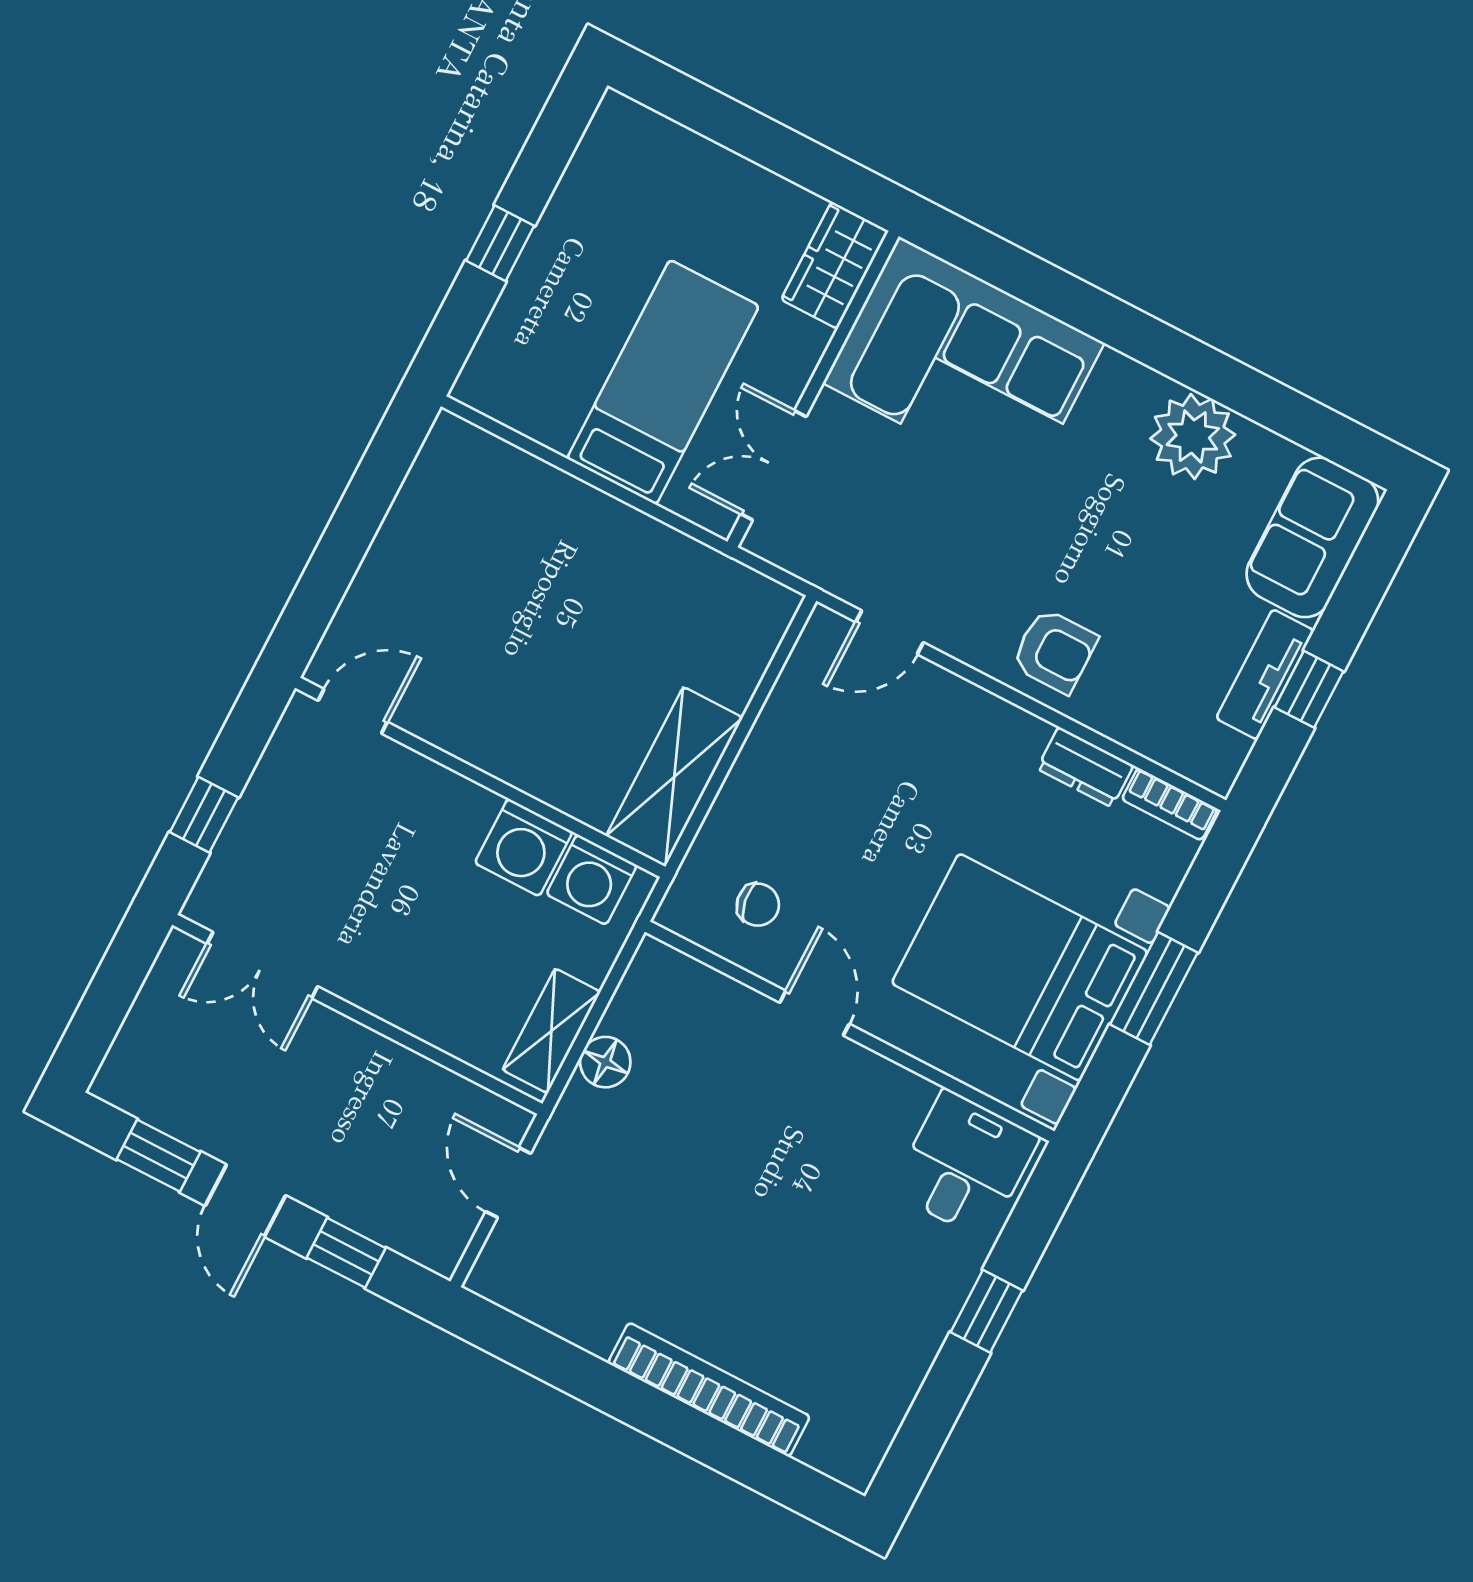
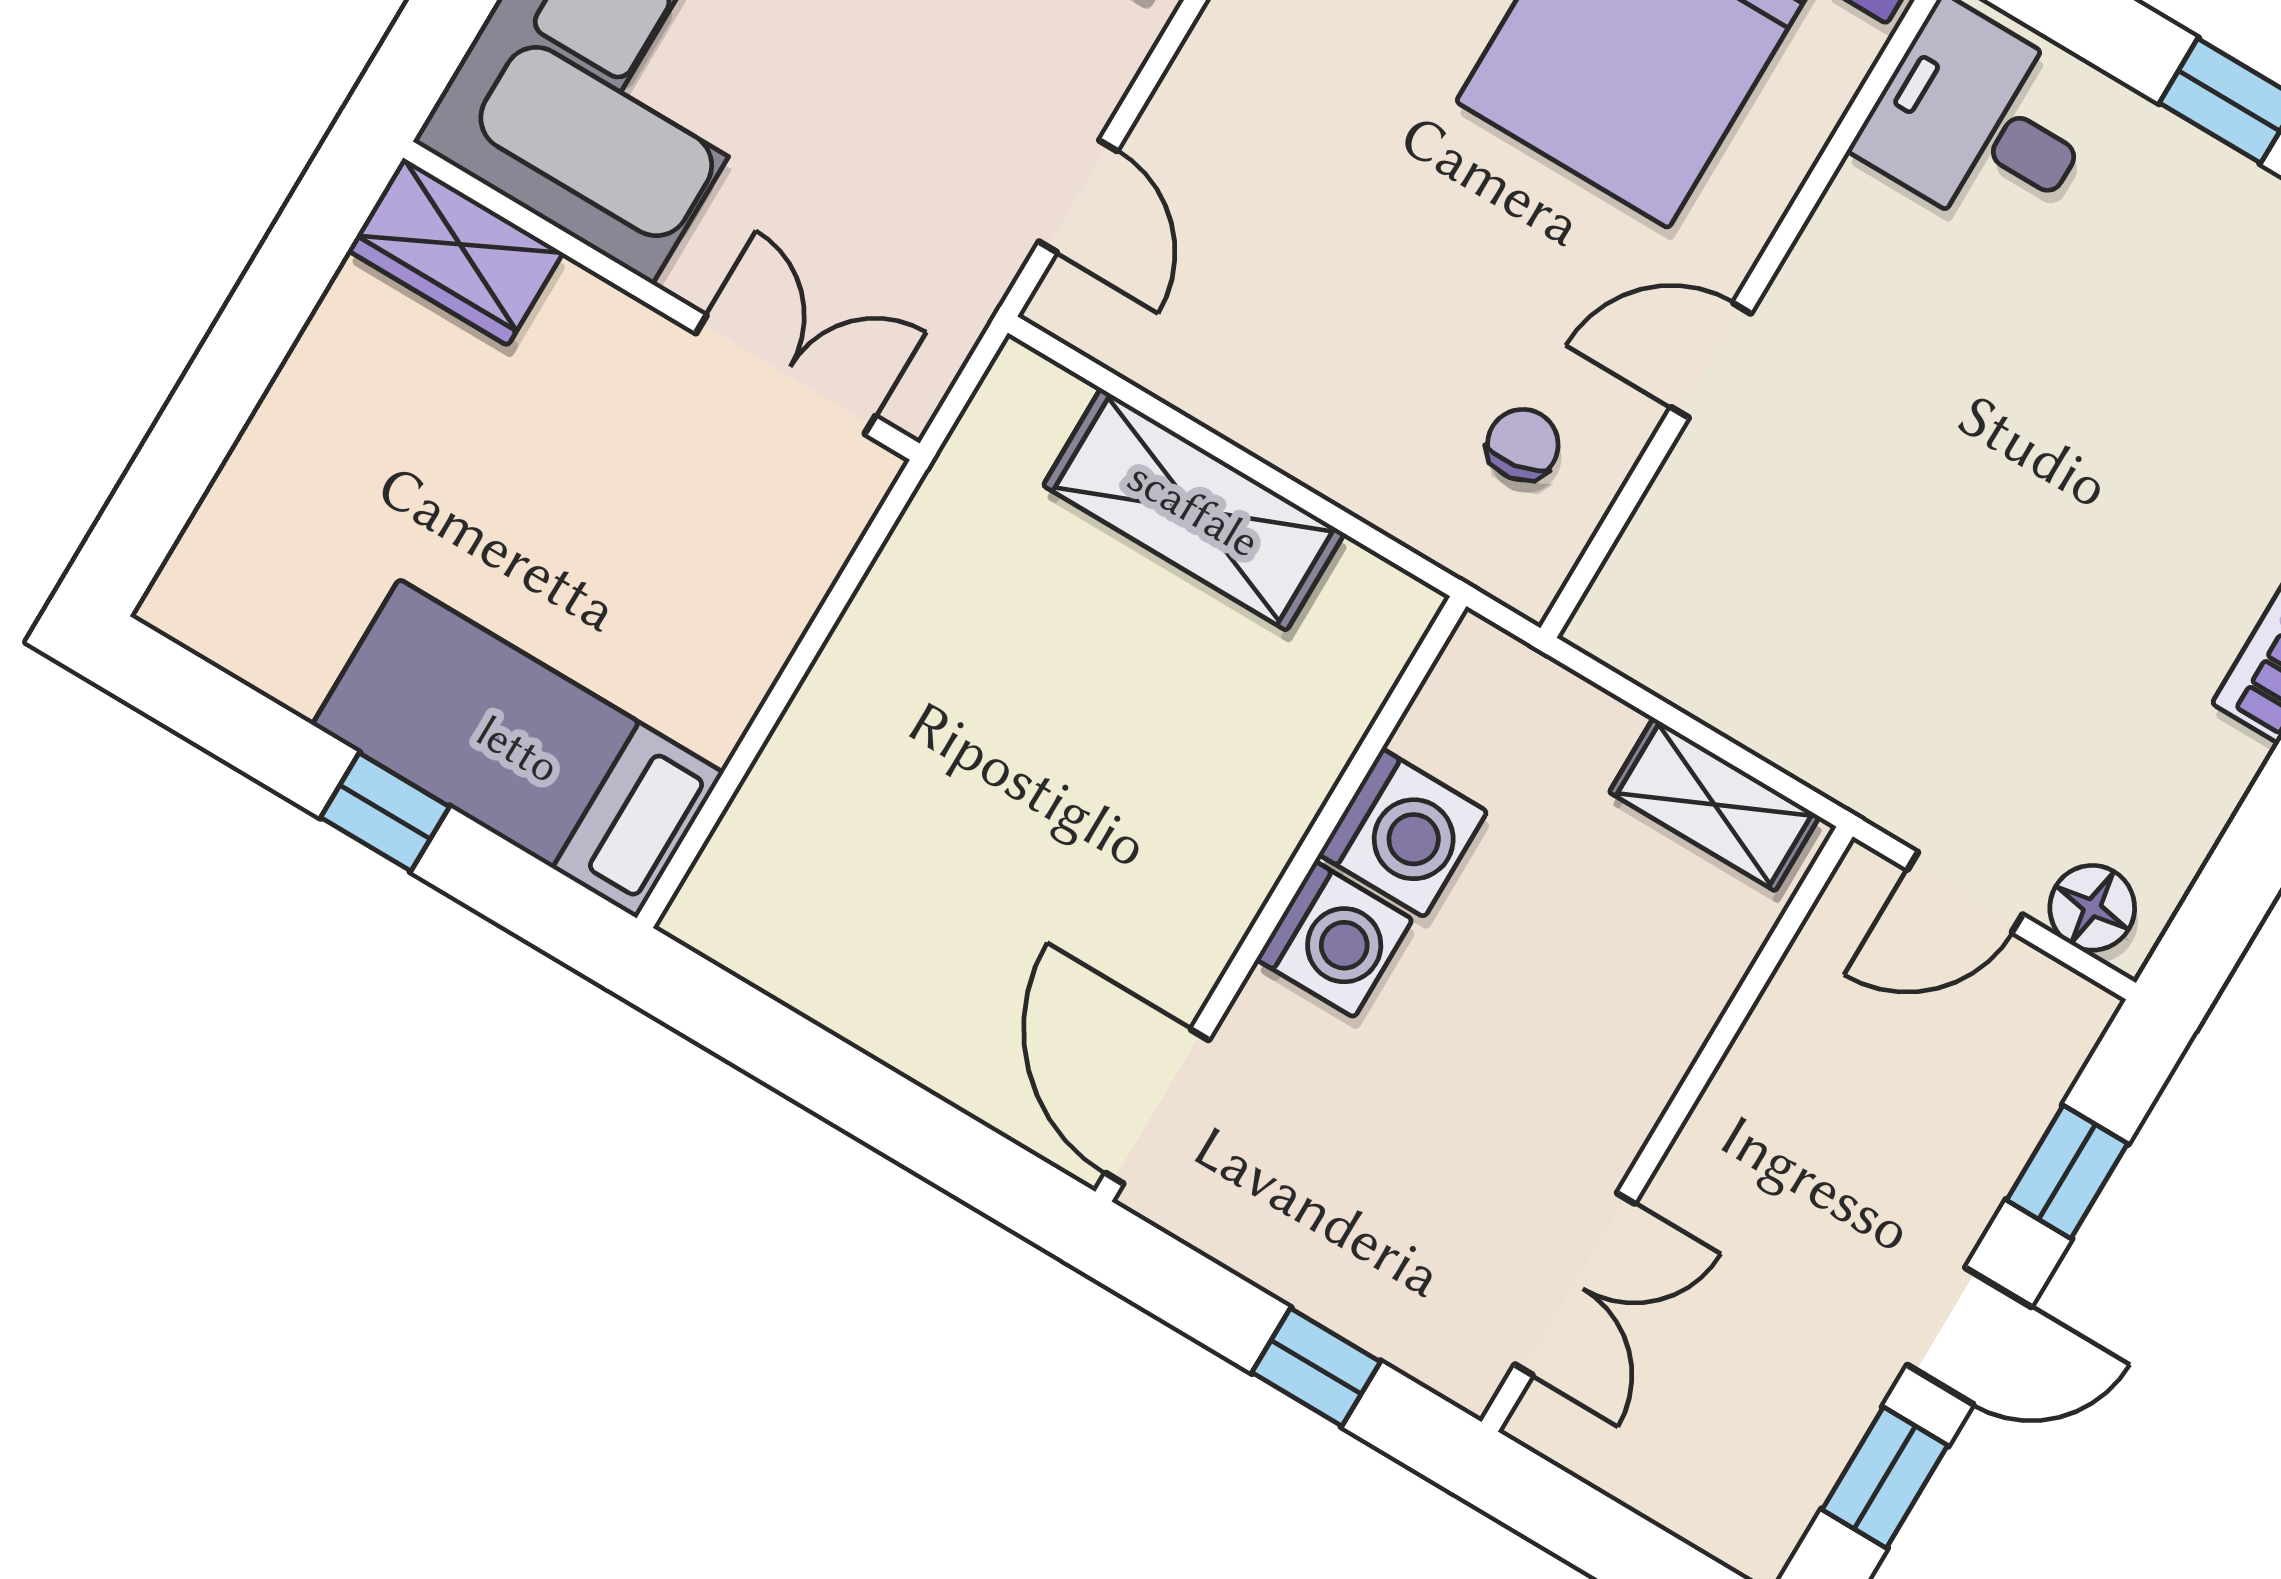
bed: (663, 382) -> (518, 749), moved
double door: (773, 465) -> (786, 375), swing flipped
door: (353, 711) -> (1157, 1107), width x1.38
shelving: (674, 777) -> (1194, 509), moved
washing machine: (592, 880) -> (1334, 939), moved
floor lamp: (605, 1062) -> (2092, 908), moved

